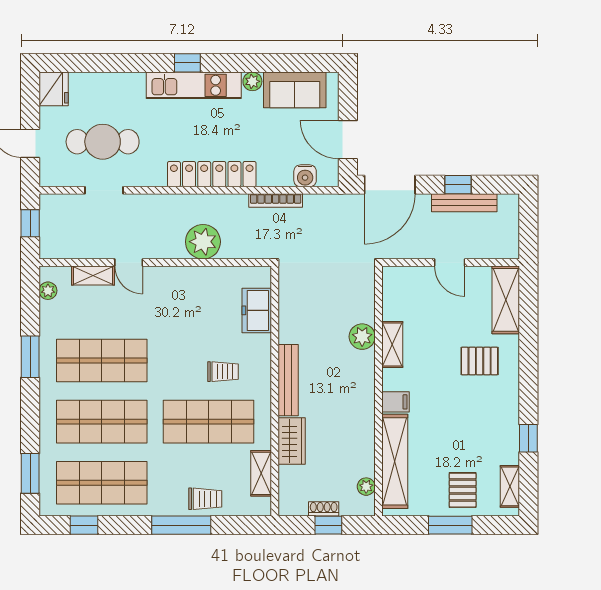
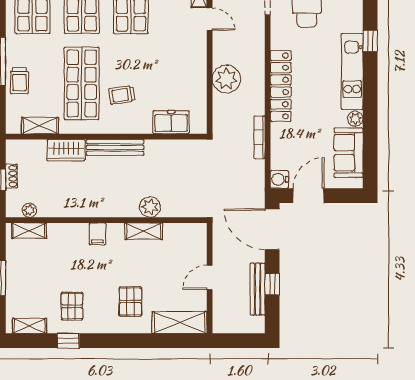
window: (187, 63) -> (370, 41), moved
water cooler: (305, 176) -> (279, 179), moved
door: (129, 263) -> (210, 19), swing flipped
trolley: (223, 372) -> (122, 95), turned 82
shelving: (395, 461) -> (29, 231), width x0.45, depth x0.75
pallet: (463, 490) -> (72, 306), moved, turned 90

